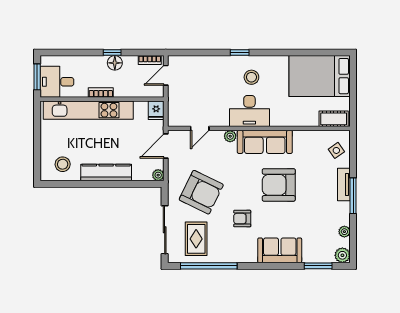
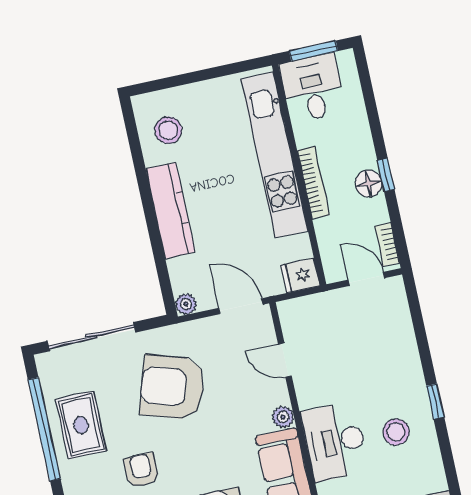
bookcase: (101, 92) -> (313, 183), width x1.56
armchair: (201, 192) -> (172, 387), turned 82
rug: (196, 239) -> (81, 425), moved, turned 90

